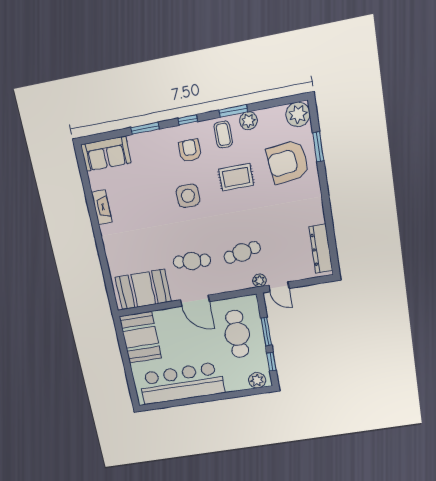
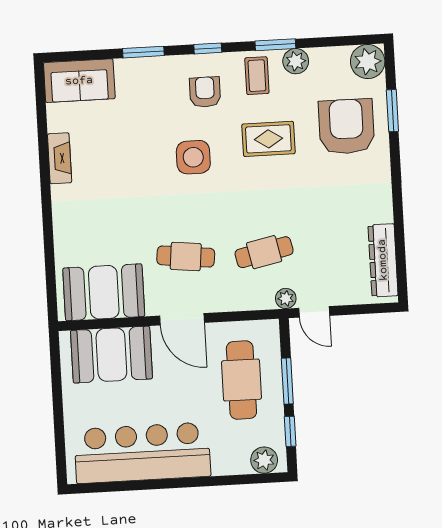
armchair: (288, 162) -> (346, 127), turned 96
booth: (140, 337) -> (111, 355), moved, turned 90

